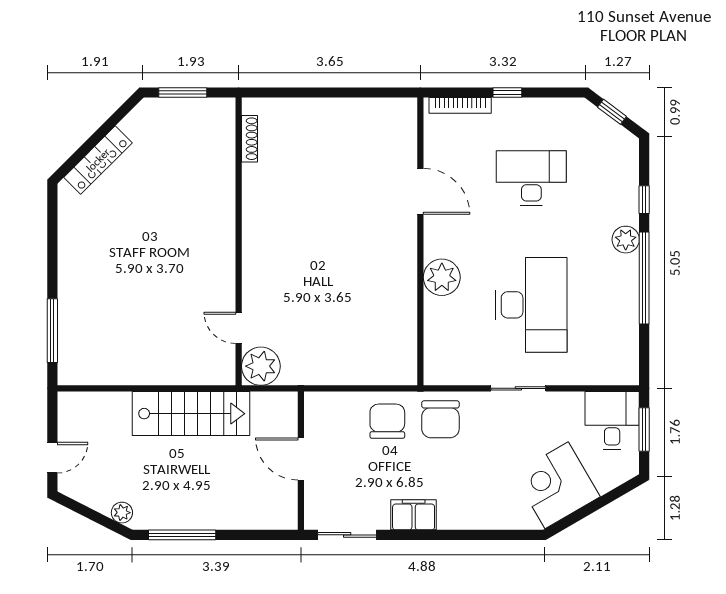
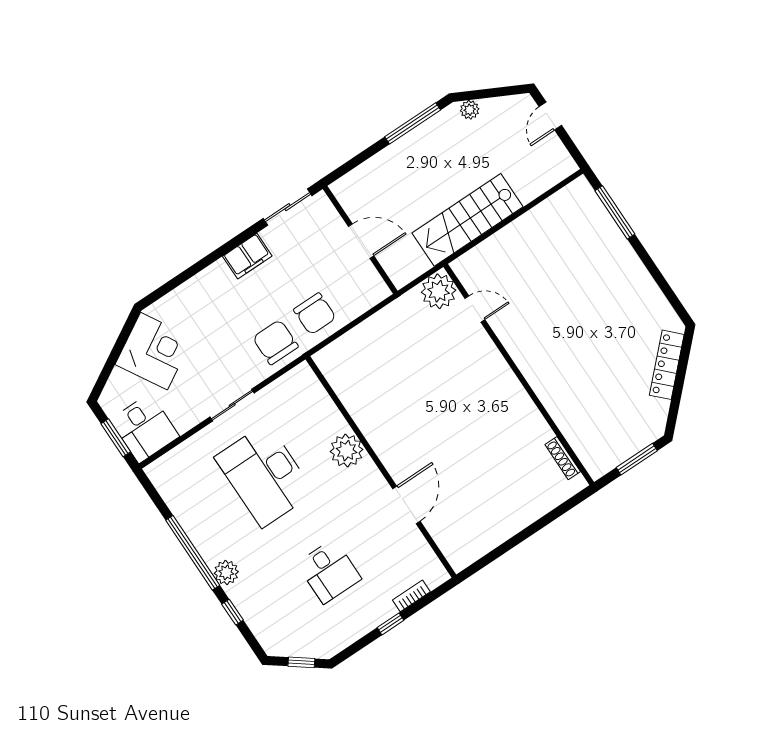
bookcase: (460, 105) -> (411, 596), width x0.64
desk: (531, 178) -> (329, 571), width x0.73
door: (420, 191) -> (406, 505), swing flipped

